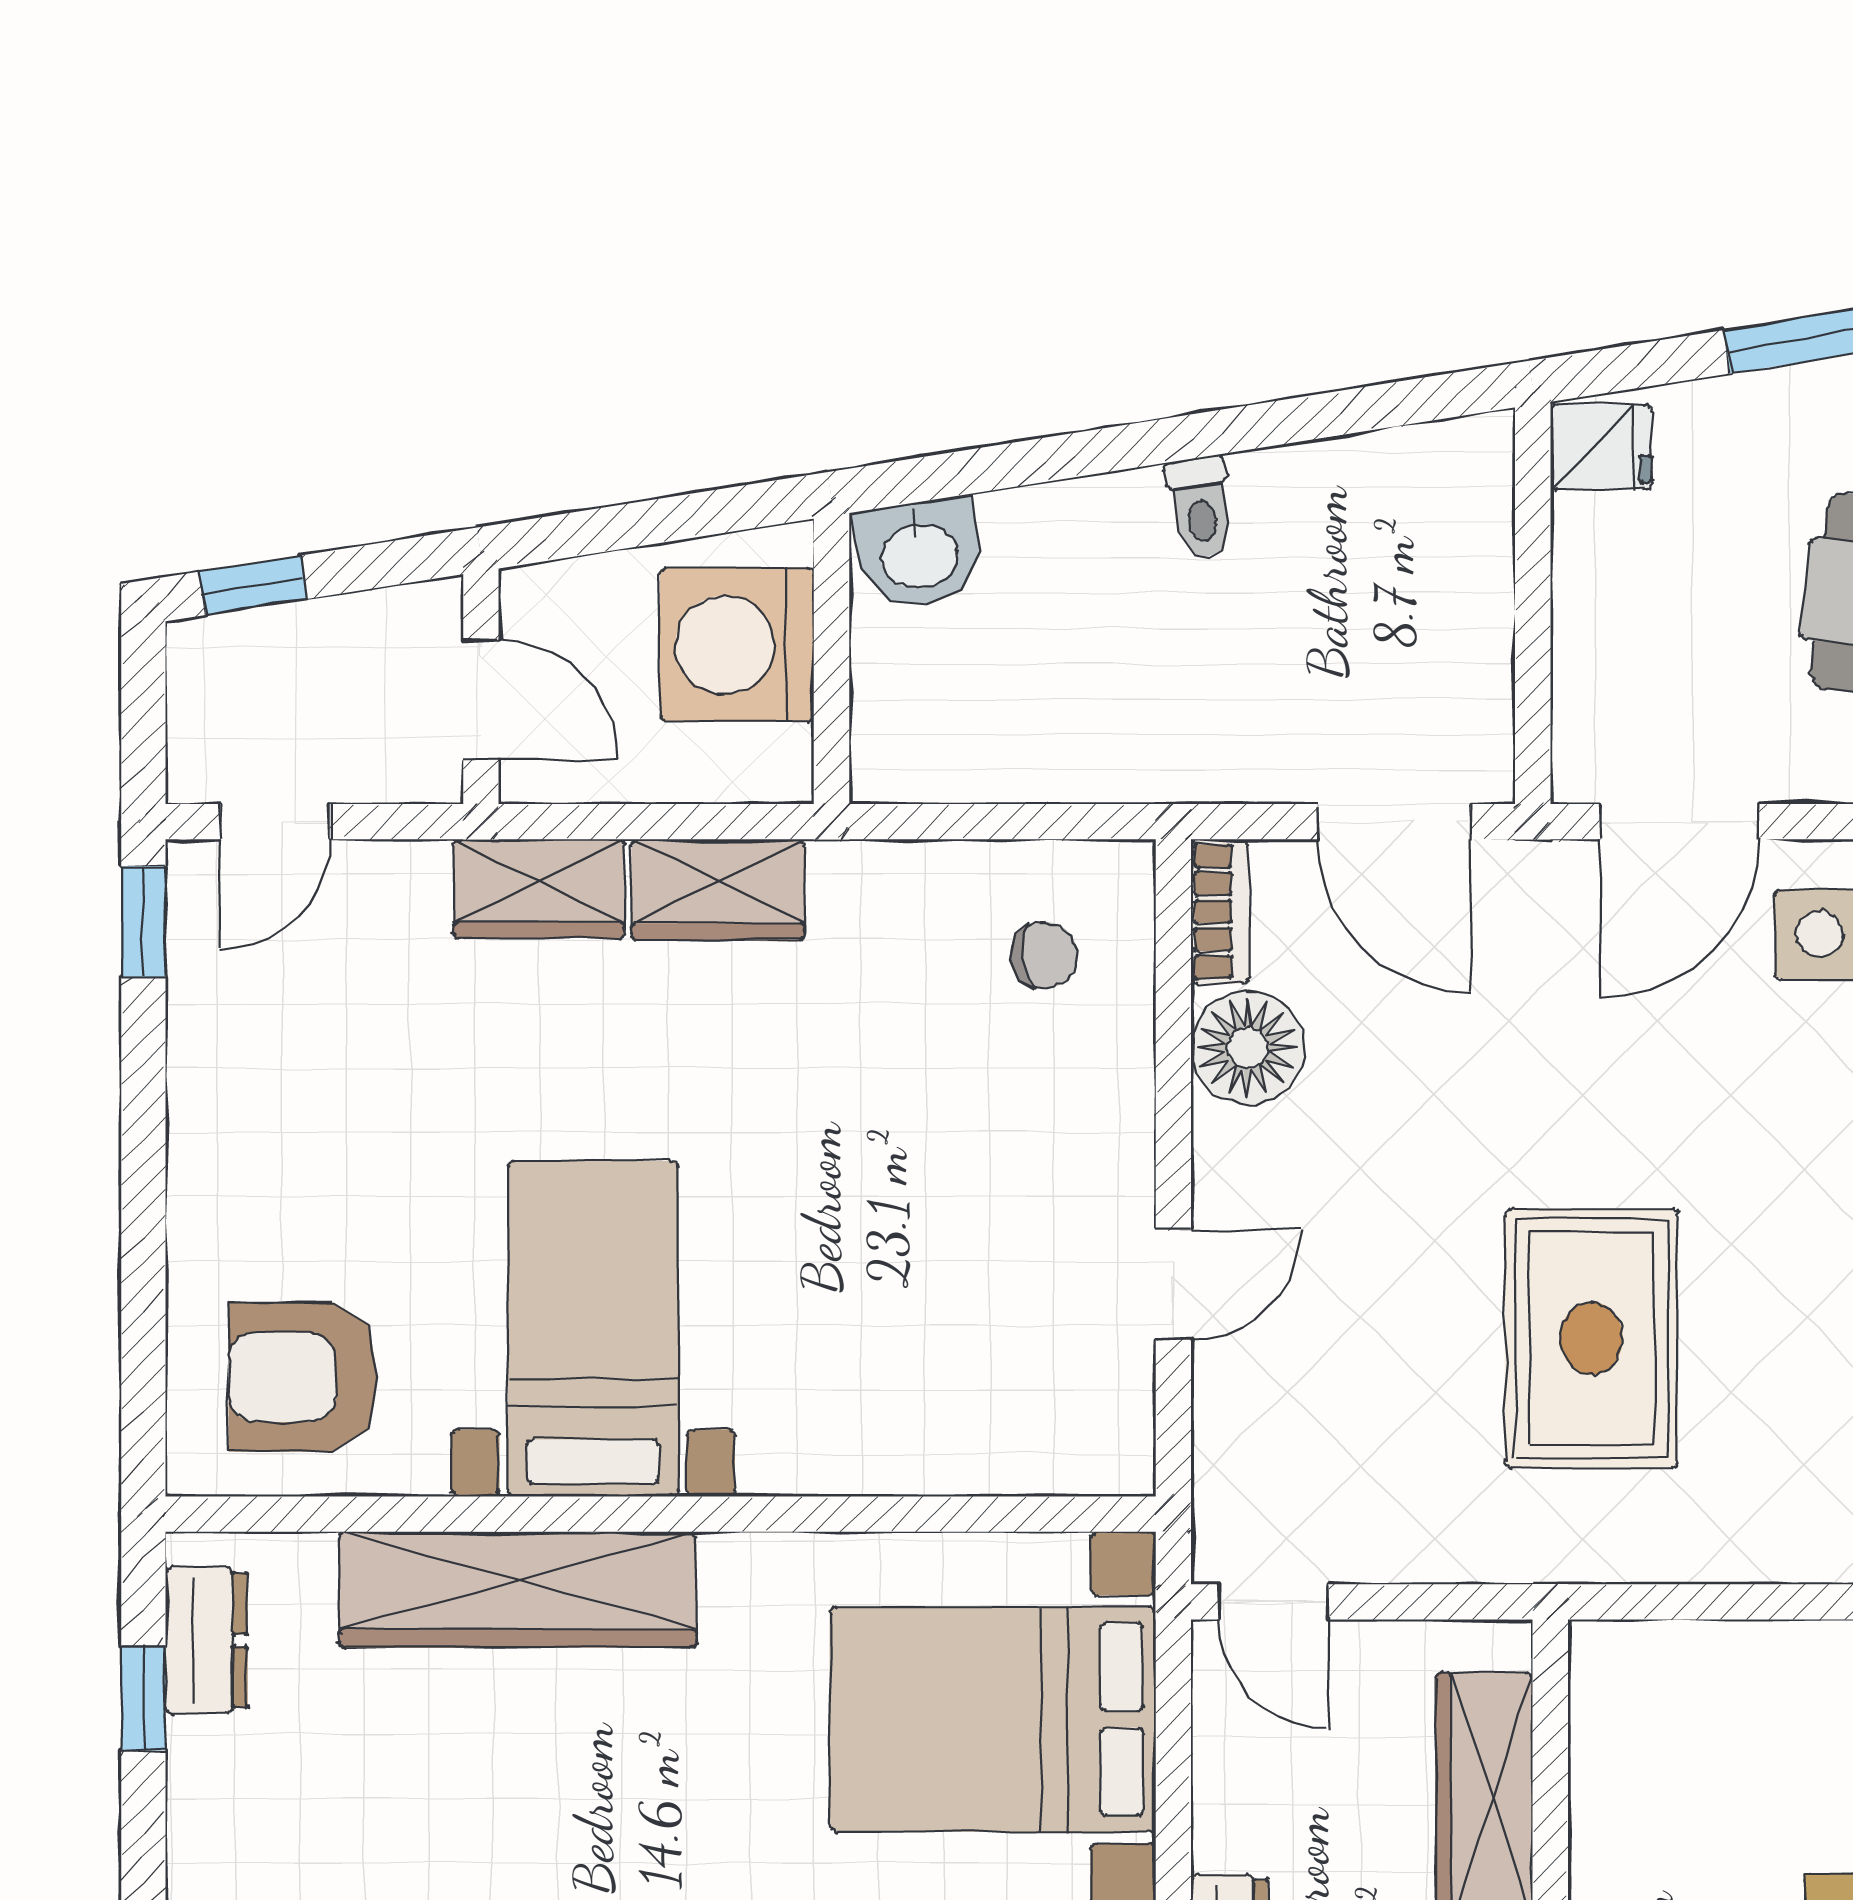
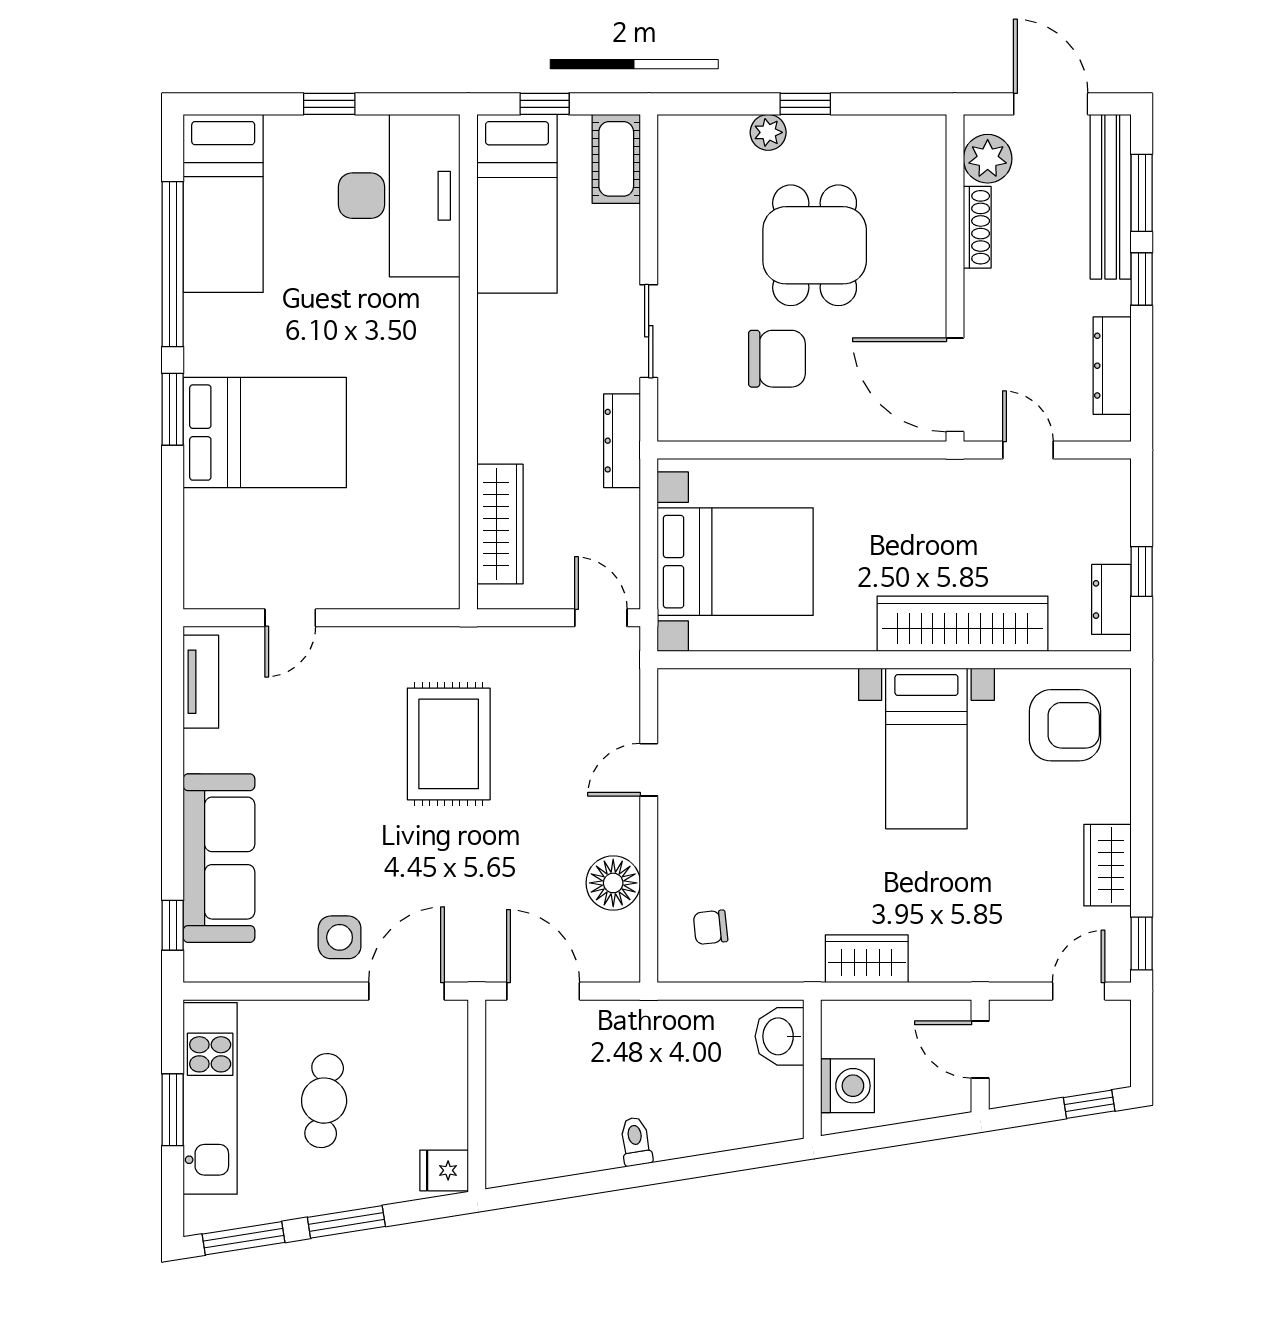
washbasin: (919, 554) -> (780, 1036), moved, turned -81
washing machine: (737, 645) -> (848, 1086), width x0.73, depth x0.73
wardrobe: (539, 889) -> (1107, 865), moved, turned -90
bookcase: (1220, 912) -> (627, 948), removed

